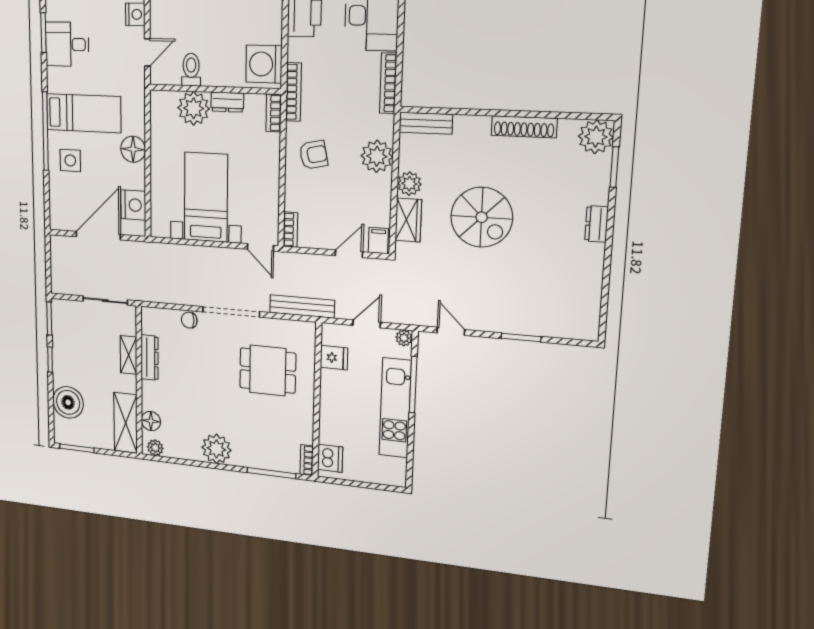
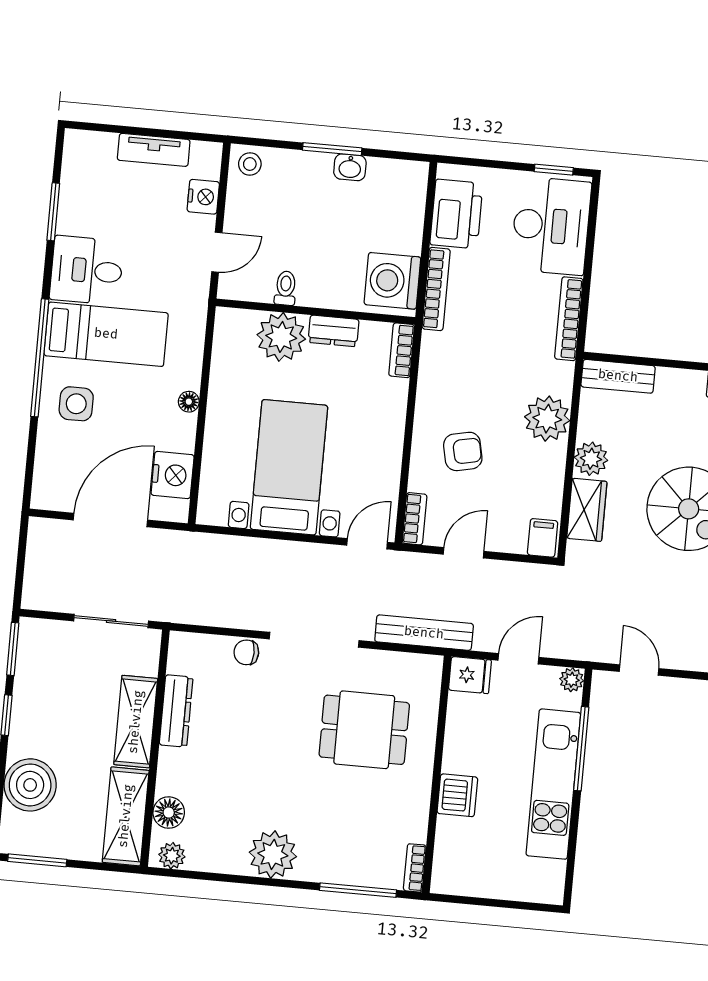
desk: (67, 44) -> (87, 270), moved
toilet: (191, 70) -> (286, 288), width x0.73, depth x0.72
bookcase: (294, 92) -> (436, 289), moved
floor lamp: (133, 149) -> (189, 402), width x0.53, depth x0.53
armchair: (313, 155) -> (463, 451), moved
door: (260, 247) -> (367, 544), swing flipped
door: (349, 254) -> (464, 553), moved
shelving: (129, 355) -> (136, 722), width x1.50, depth x1.33
fridge: (334, 358) -> (470, 675), moved
dishwasher: (330, 458) -> (457, 795), moved

